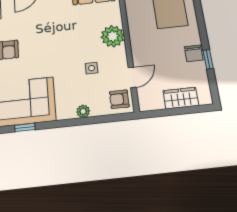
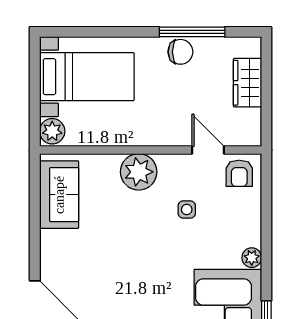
window: (208, 59) -> (192, 32), width x2.17
plant: (83, 111) -> (252, 258), moved

